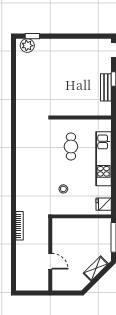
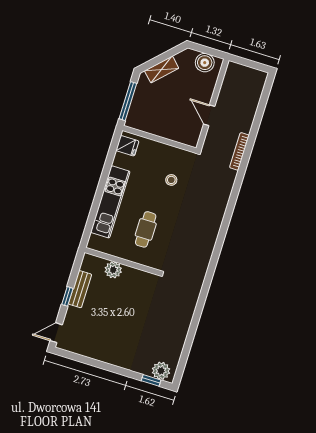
plant: (86, 109) -> (113, 270), added
door: (50, 261) -> (209, 115), moved
boiler: (65, 283) -> (205, 63), added

